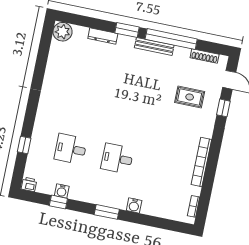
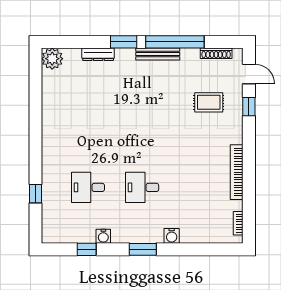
printer: (29, 184) -> (50, 236), removed
water cooler: (62, 191) -> (103, 236), moved

